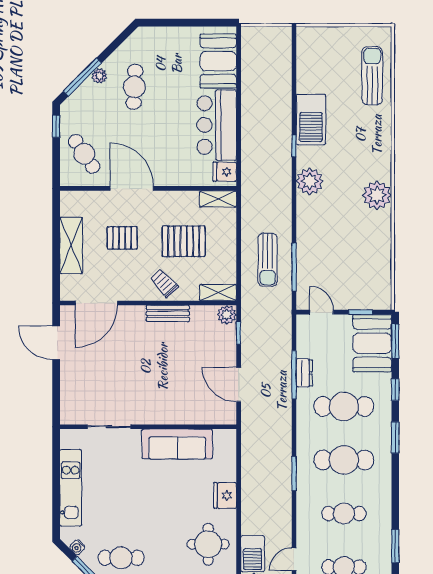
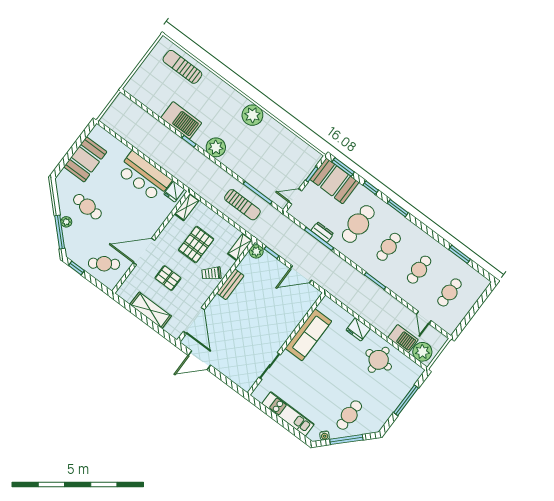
booth: (218, 61) -> (85, 159), moved, turned 90
pallet: (122, 238) -> (168, 278), turned 90
cafe table: (344, 460) -> (389, 247), width x0.73, depth x0.74

